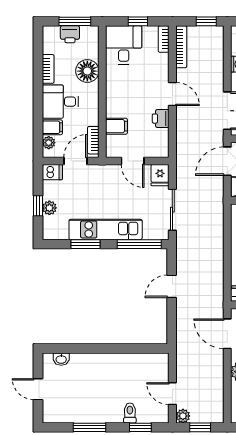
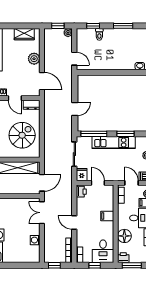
printer: (70, 34) -> (123, 258), moved
printer: (161, 119) -> (81, 192), moved
filing cabinet: (116, 126) -> (107, 216), moved
door: (75, 161) -> (131, 183), swing flipped
door: (172, 394) -> (74, 59), moved

